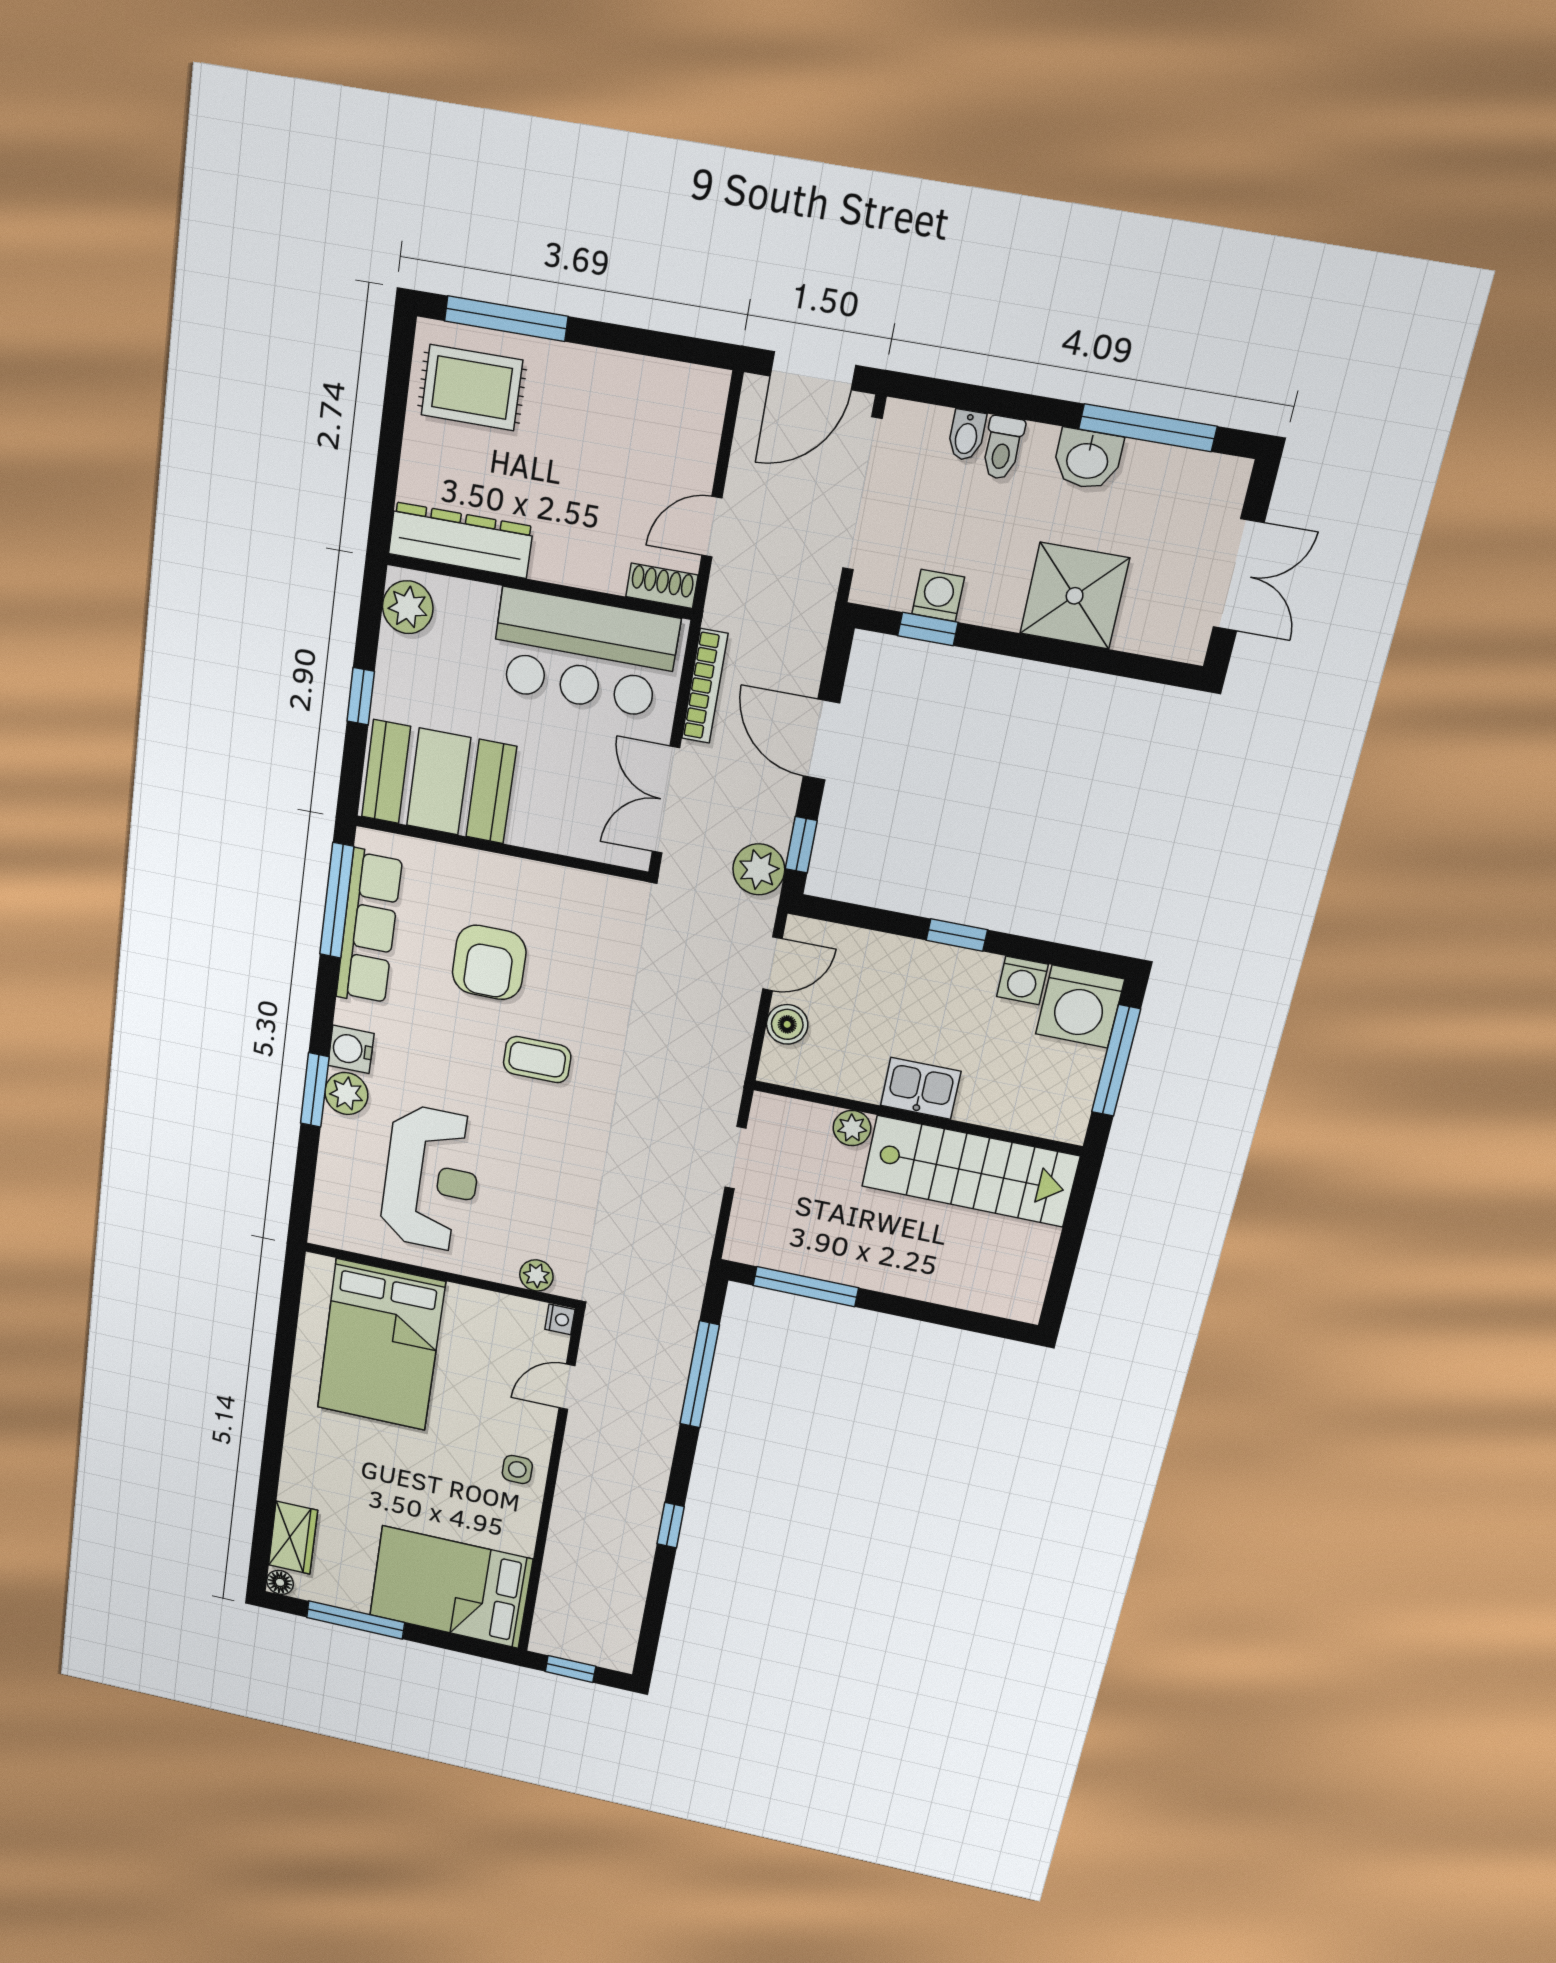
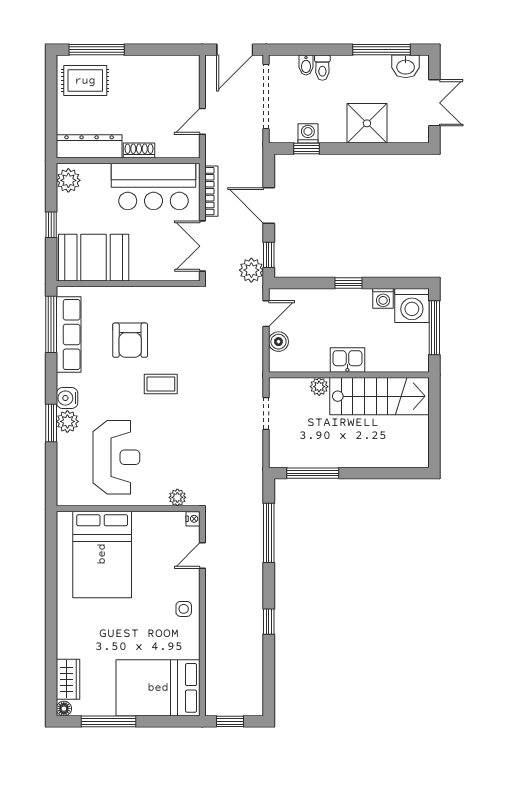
washbasin: (1087, 459) -> (406, 66), moved
shoe rack: (662, 586) -> (139, 151), moved

